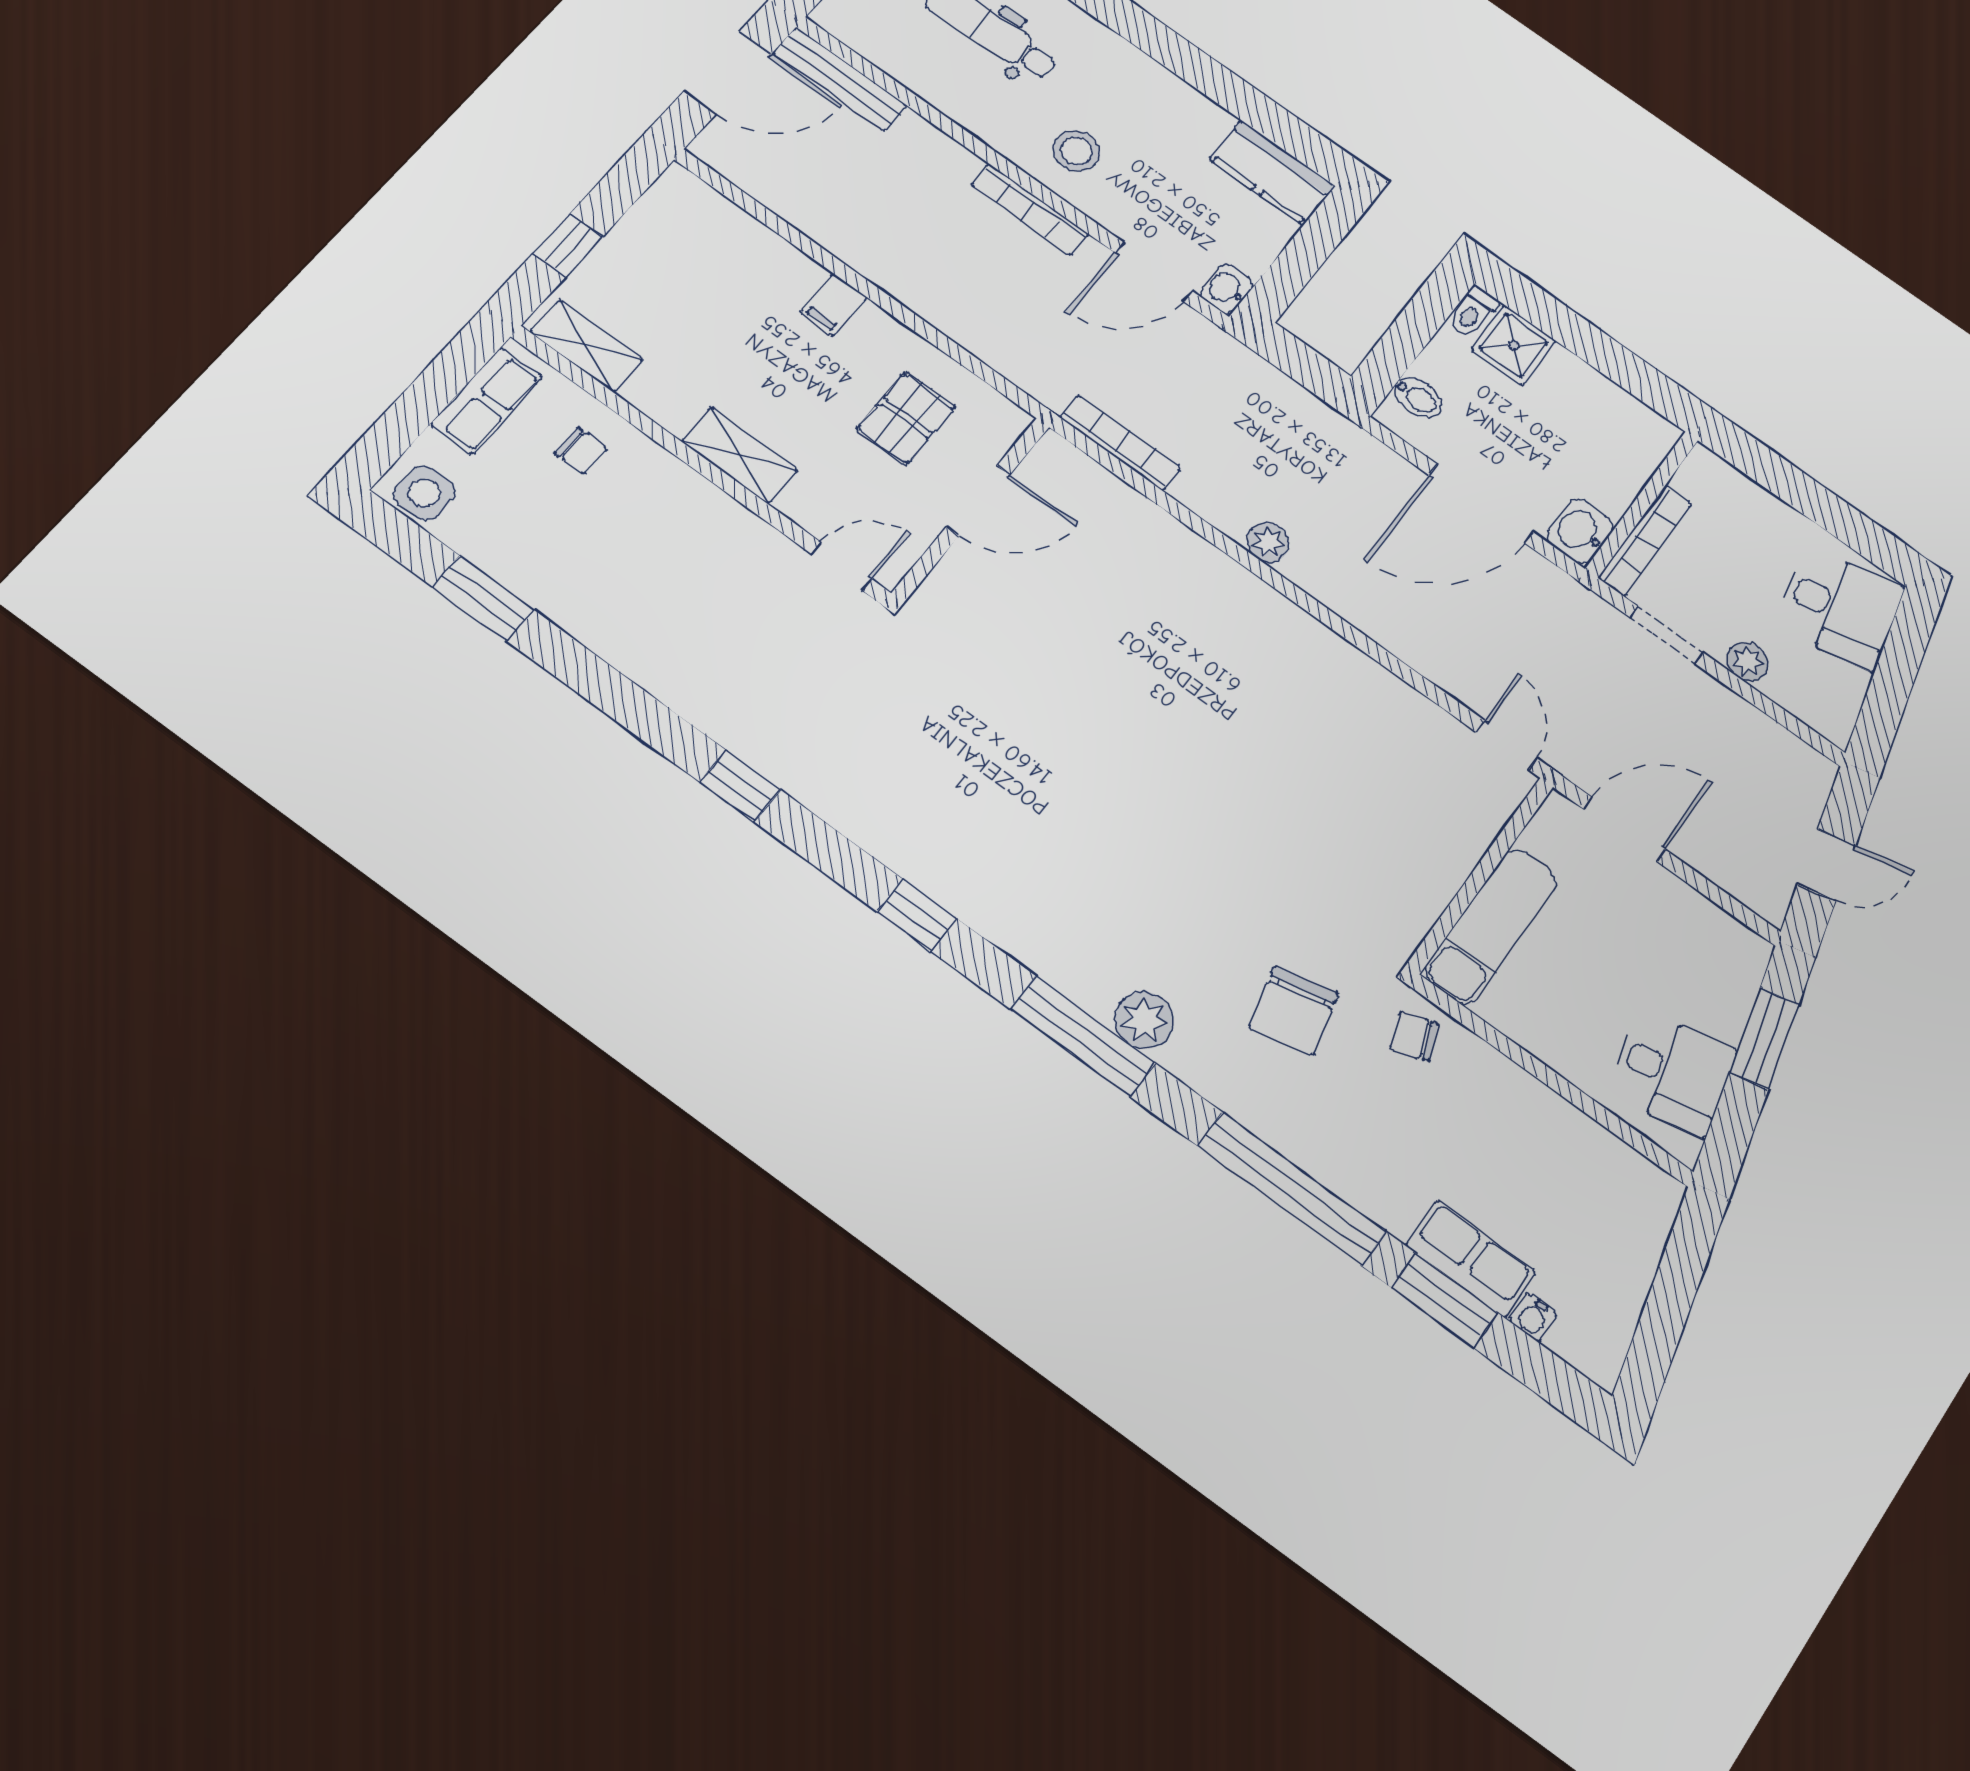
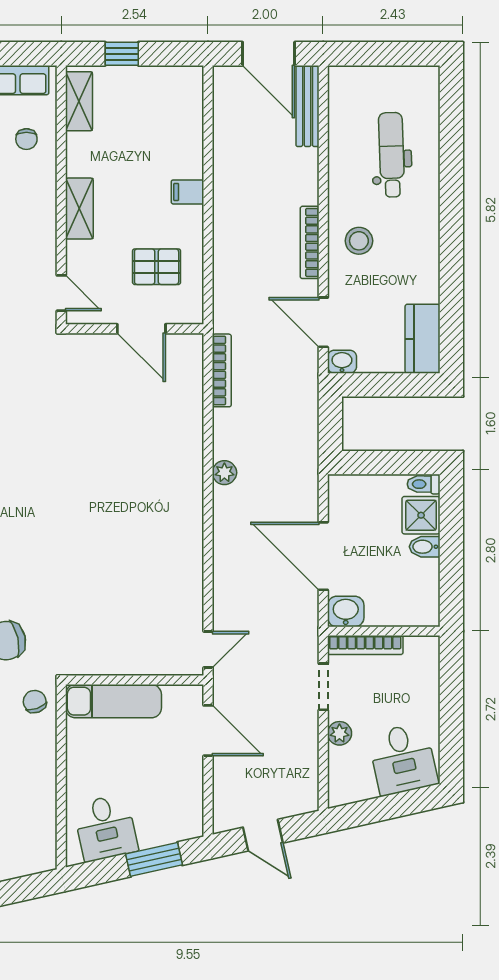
bidet: (1418, 398) -> (425, 547), moved, turned 90

